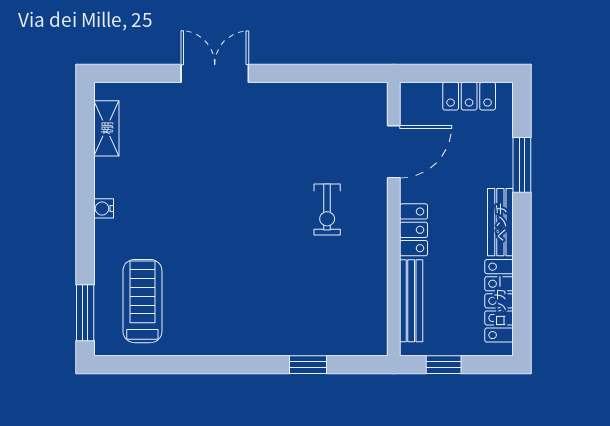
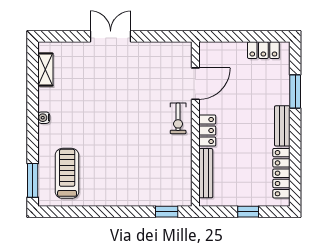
door: (394, 152) -> (195, 84), moved
wall: (394, 219) -> (195, 124), moved
locker: (414, 230) -> (207, 131), moved
bench: (411, 301) -> (206, 173), moved

